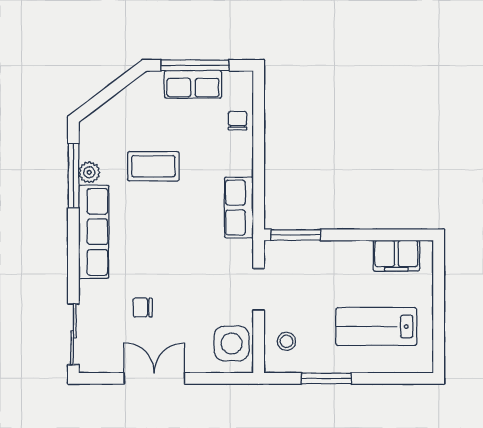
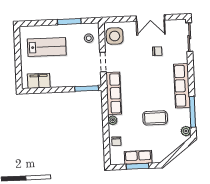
window: (195, 65) -> (138, 166), width x0.69
plant: (244, 165) -> (113, 120), added
plant: (89, 172) -> (186, 131), moved
row of seats: (239, 208) -> (114, 93), width x1.48

